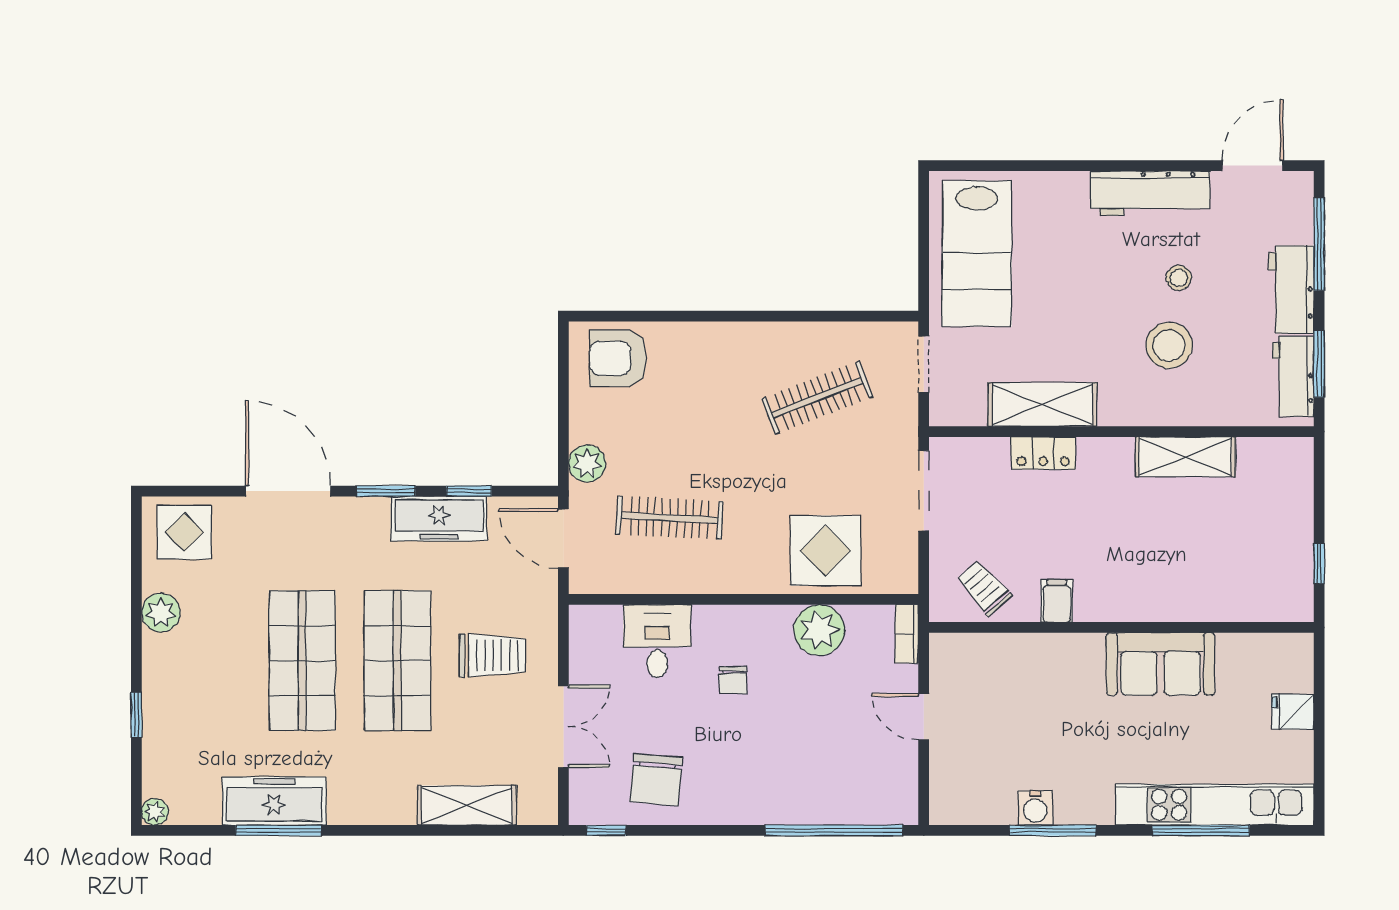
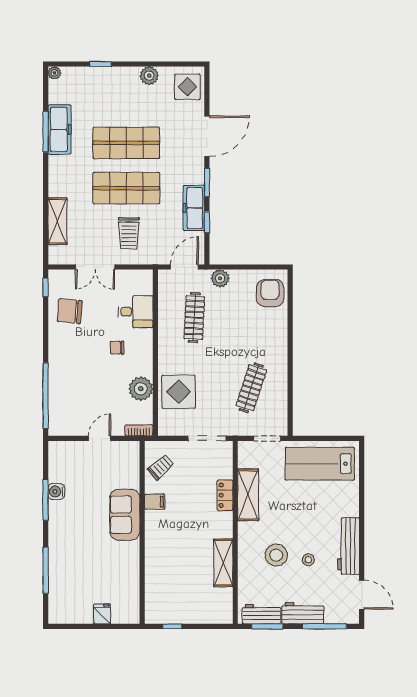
clothes rail: (817, 398) -> (251, 388), turned 39
sofa: (1161, 664) -> (125, 515), moved
kitchen unit: (1215, 805) -> (58, 577), removed

